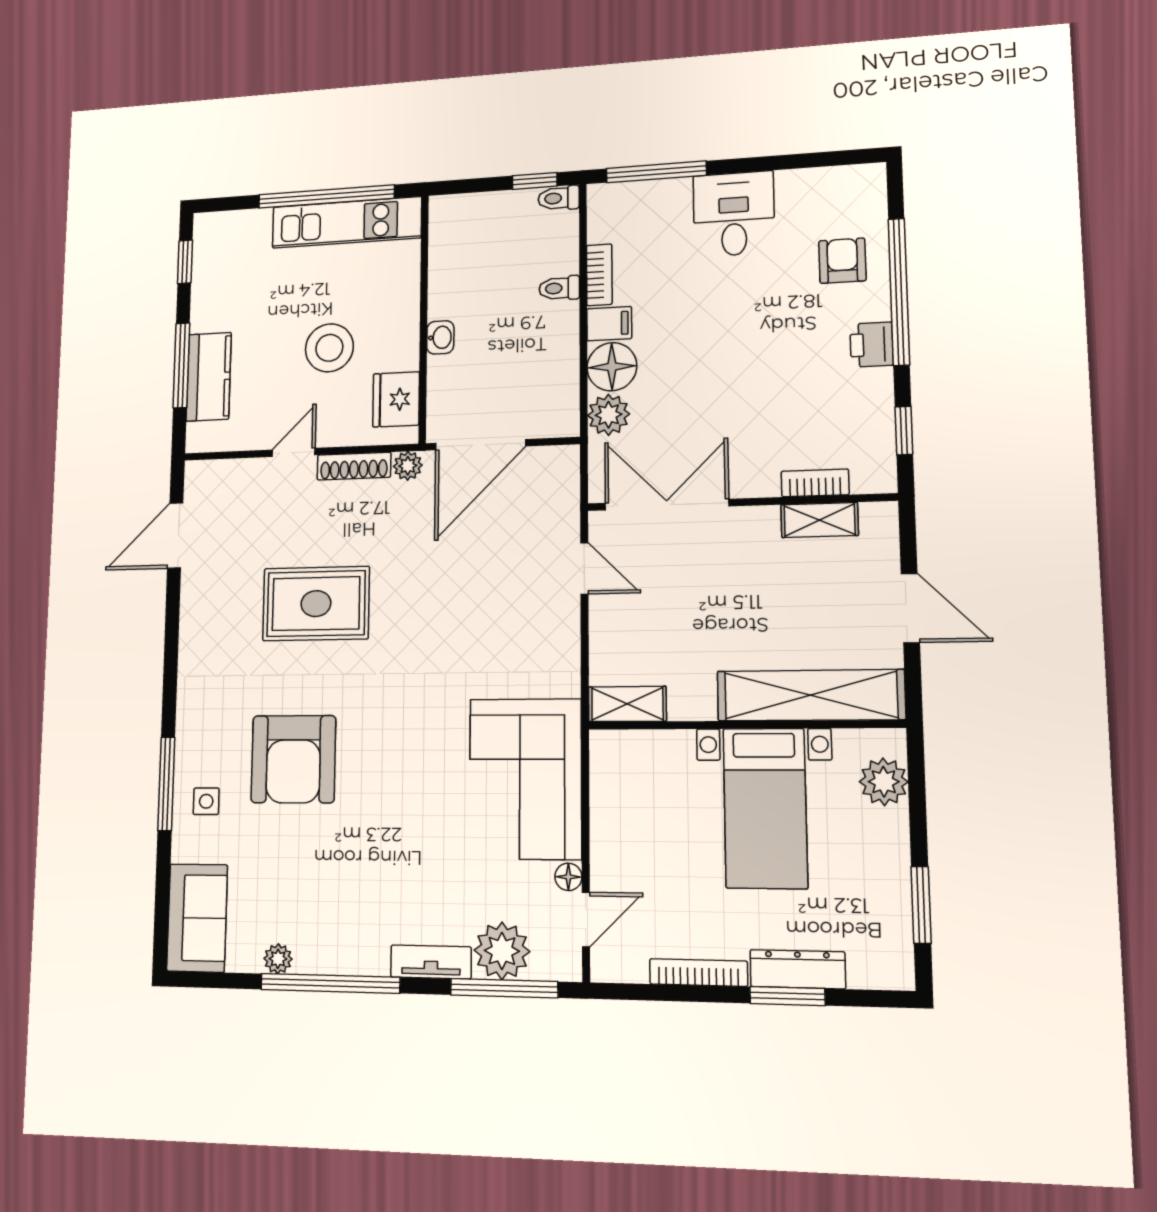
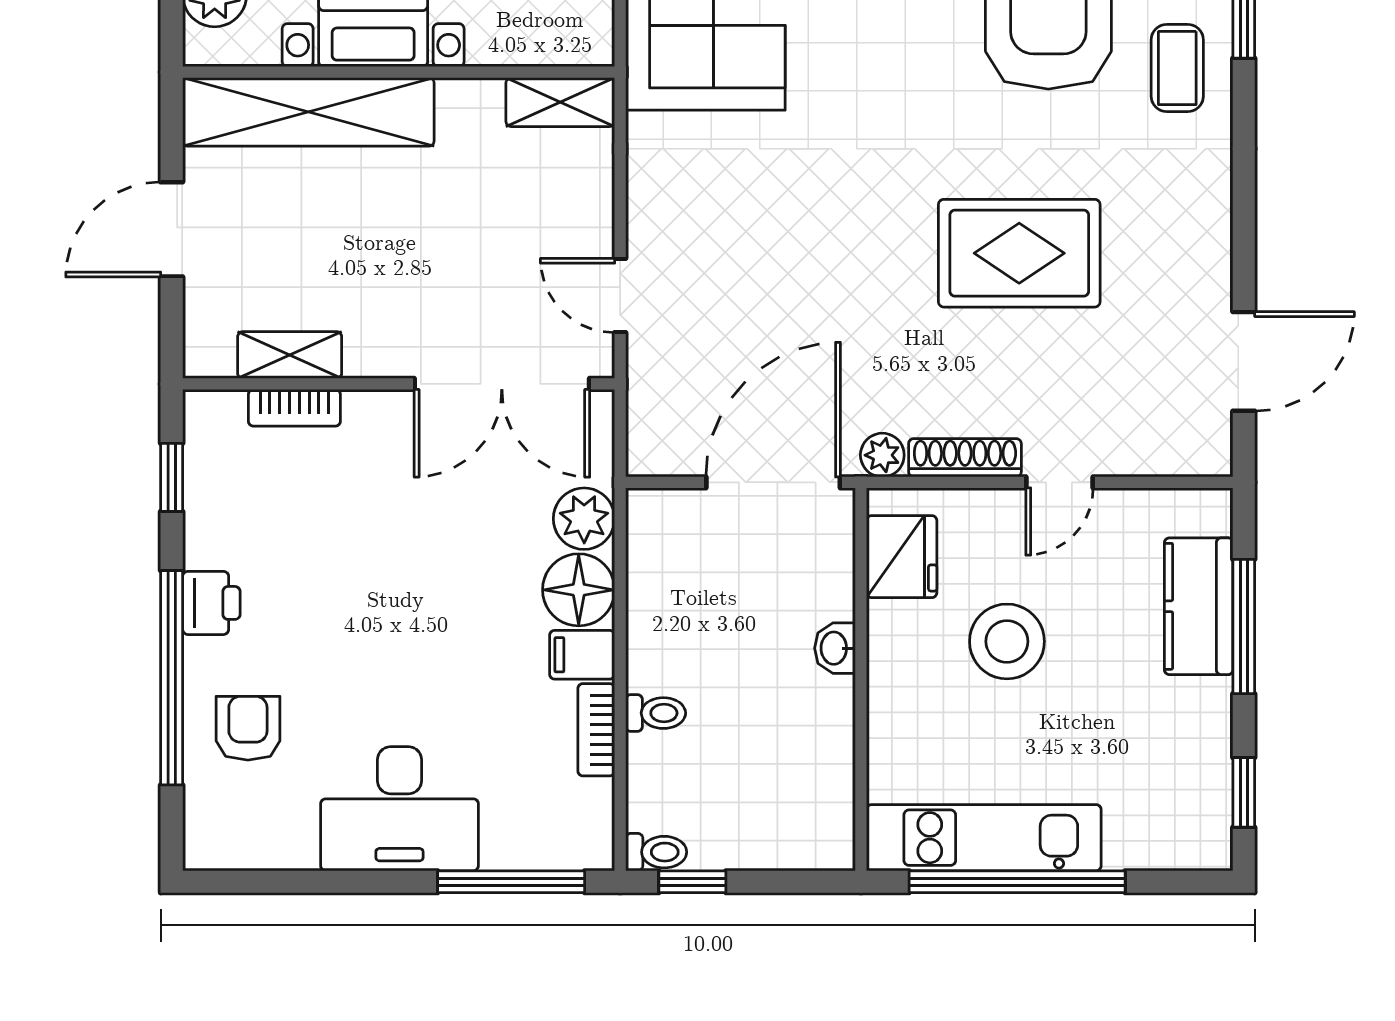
desk: (734, 214) -> (399, 809), width x1.37
armchair: (842, 261) -> (248, 728), turned 180
door: (910, 608) -> (172, 229), hinge flipped
coffee table: (211, 731) -> (1177, 68), added

